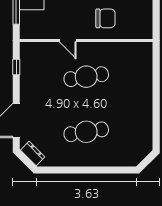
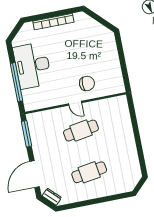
door: (68, 41) -> (75, 103), moved
window: (16, 67) -> (27, 134), width x2.17

